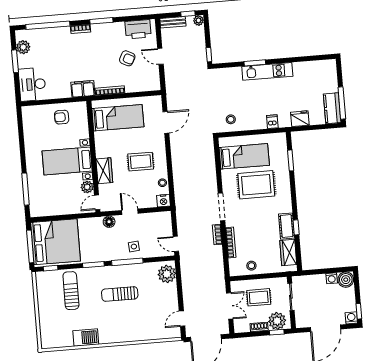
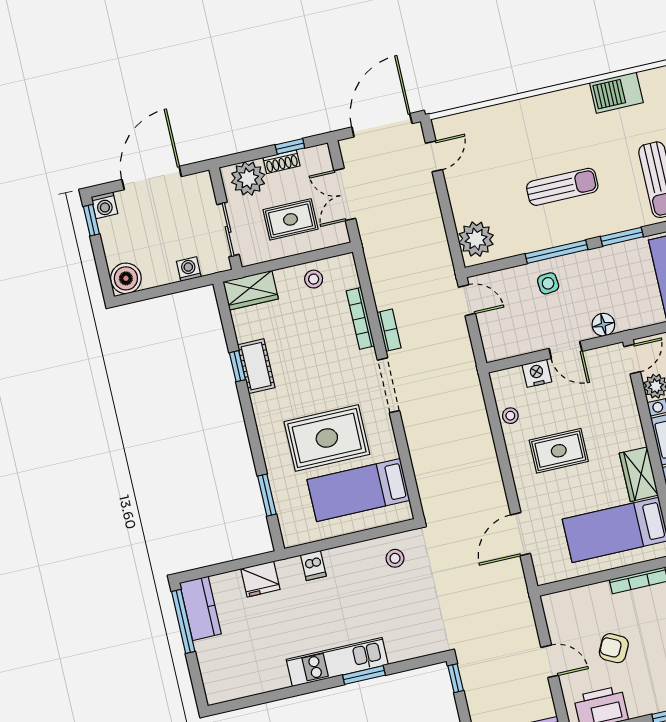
wardrobe: (104, 171) -> (639, 474), moved
nightstand: (163, 201) -> (537, 373), moved
wardrobe: (288, 252) -> (251, 290), moved, turned 90
washing machine: (332, 278) -> (189, 269), moved
window: (277, 332) -> (290, 146), moved

